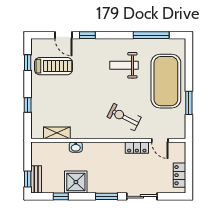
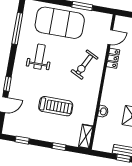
weight bench: (124, 65) -> (39, 57), turned 180
treadmill: (53, 66) -> (56, 106), moved, turned 90
shelving: (57, 133) -> (86, 137), moved

